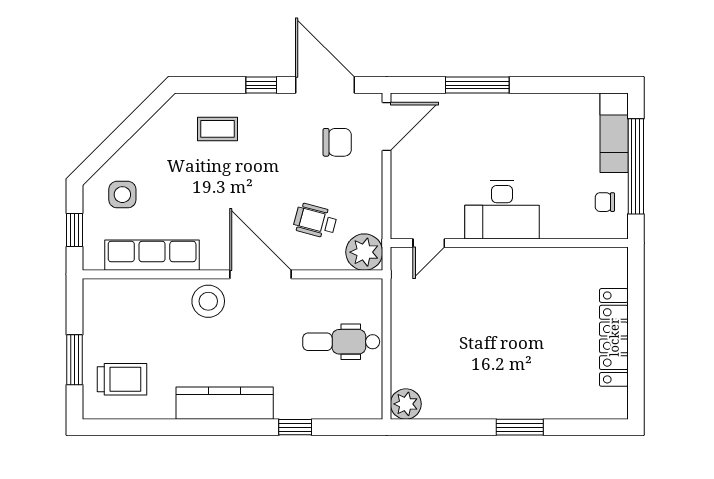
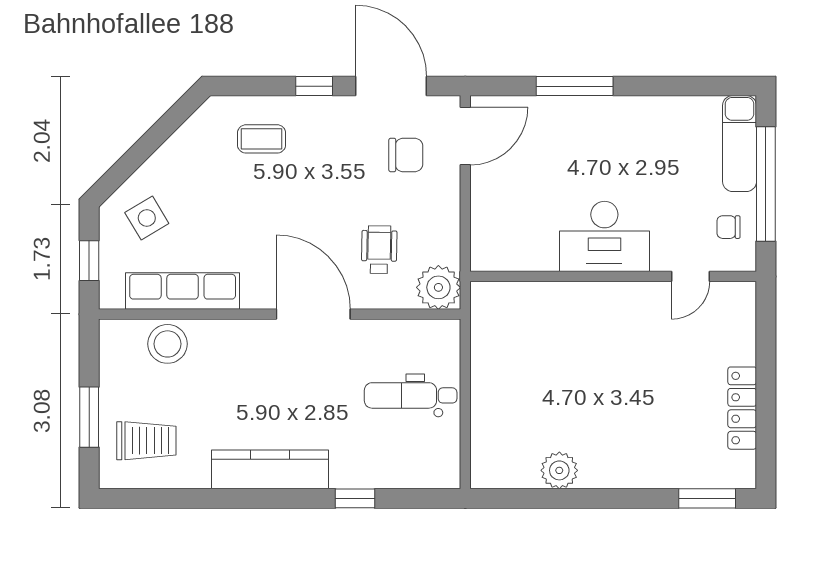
side table: (122, 195) -> (147, 218), turned -31
wheelchair: (315, 221) -> (379, 250), turned 76
door: (429, 243) -> (691, 276), moved
stool: (208, 301) -> (167, 344), moved
locker: (614, 337) -> (742, 408), width x0.71, depth x0.83
plant: (406, 404) -> (559, 470), moved
window: (520, 427) -> (707, 498), moved

